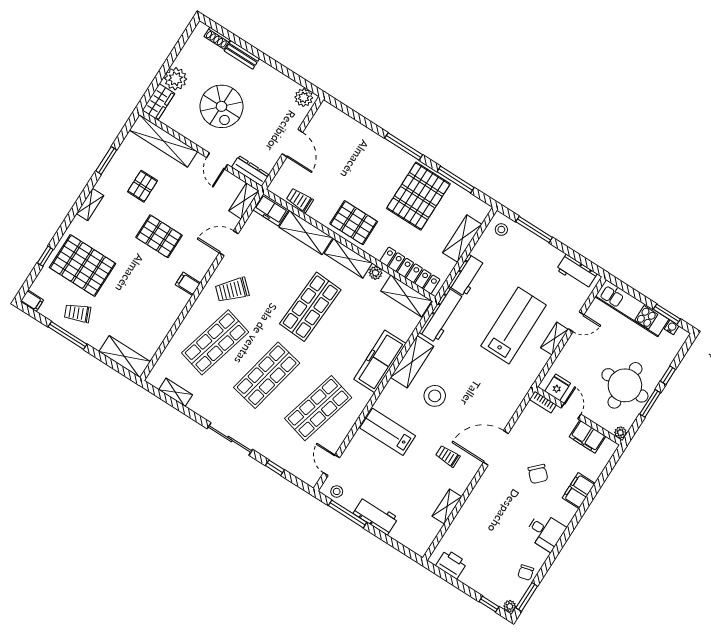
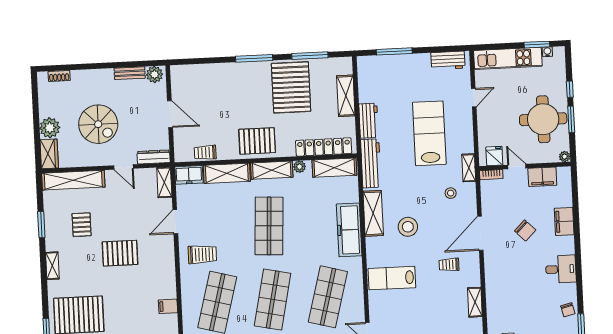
bench: (242, 55) -> (130, 73), moved
stool: (501, 230) -> (451, 193), moved
filing cabinet: (188, 284) -> (168, 306), moved
trolley: (232, 290) -> (202, 254), turned -133
shelving: (554, 339) -> (469, 168), moved

